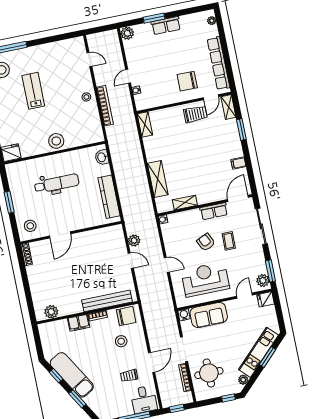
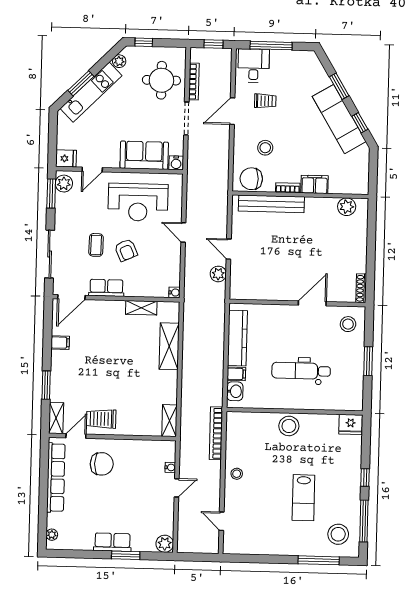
bookcase: (105, 106) -> (216, 433), moved
filing cabinet: (104, 170) -> (236, 374), added

